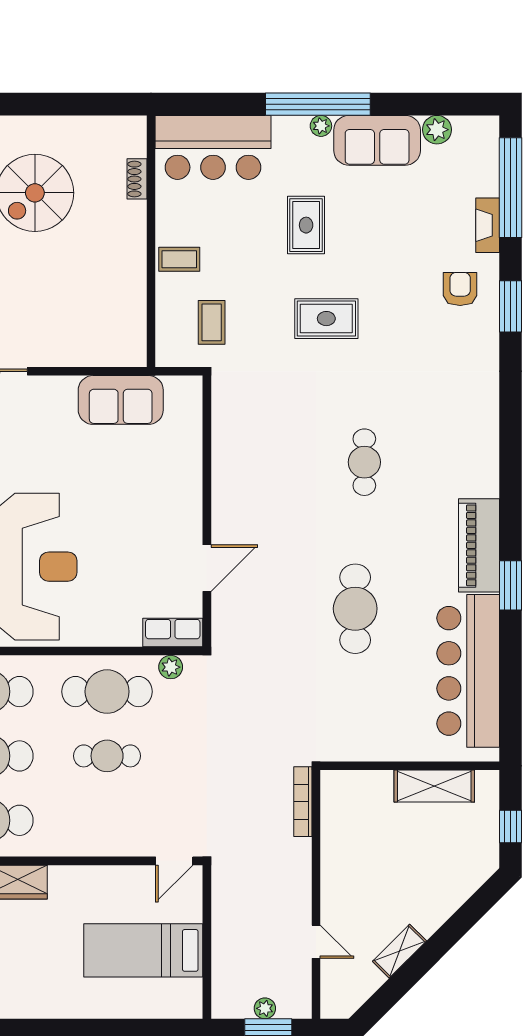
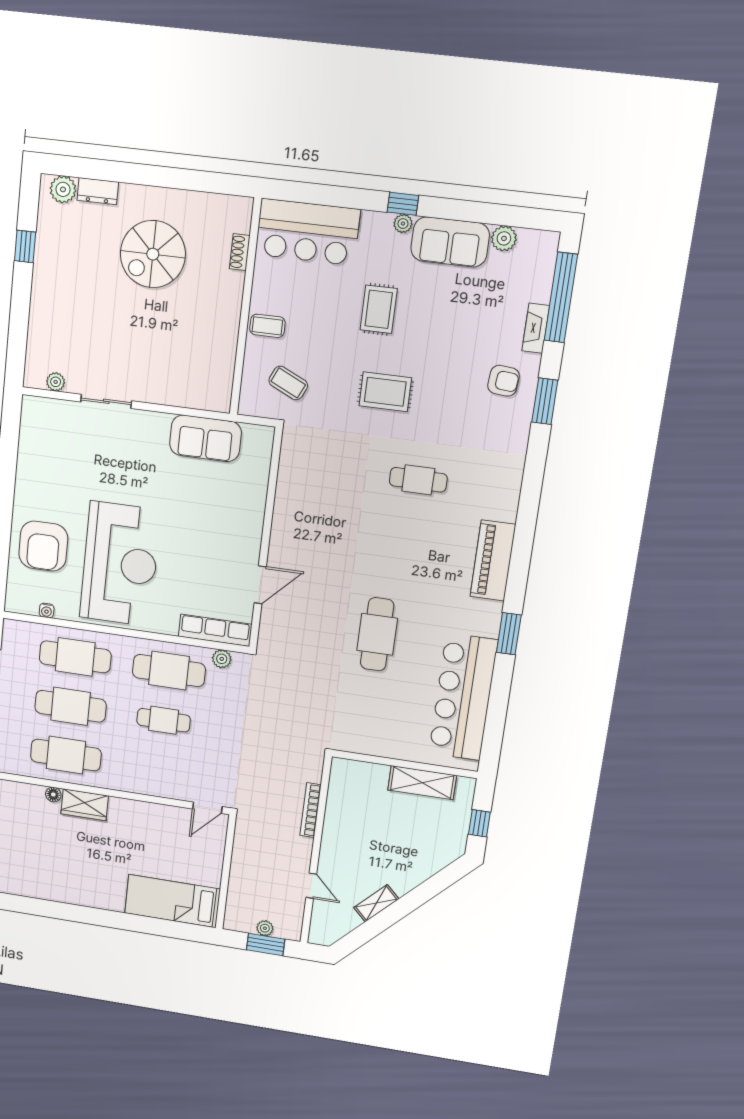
window: (318, 104) -> (403, 204), width x0.32
armchair: (460, 289) -> (503, 381), turned 95
coffee table: (212, 322) -> (288, 383), turned -65
cafe table: (364, 462) -> (418, 480), moved, turned 90
piano: (479, 545) -> (493, 560), moved
row of seats: (173, 632) -> (215, 630), width x1.48
bookcase: (303, 802) -> (311, 810), moved
bed: (143, 950) -> (172, 901), moved

